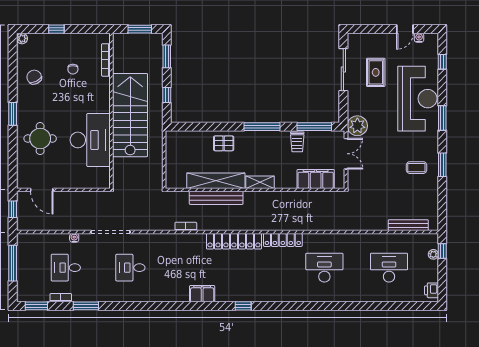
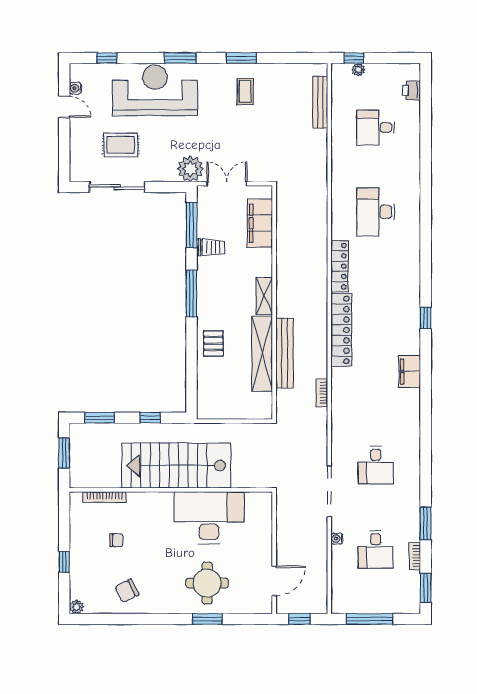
window: (13, 114) -> (207, 619), moved
desk: (389, 268) -> (376, 127), width x0.73
printer: (431, 290) -> (412, 90), moved, turned 90

